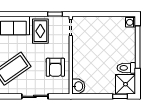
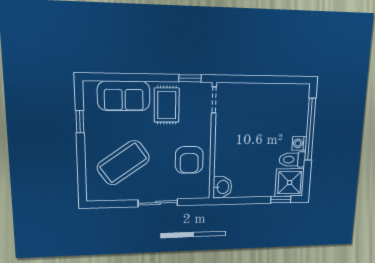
washing machine: (131, 22) -> (299, 143), moved

